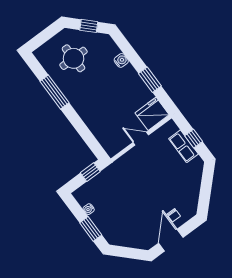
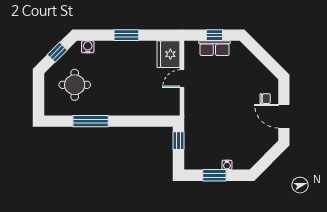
water cooler: (121, 60) -> (88, 47), moved
window: (150, 80) -> (126, 35), moved
water cooler: (89, 209) -> (227, 165), moved
window: (91, 229) -> (214, 175), moved

